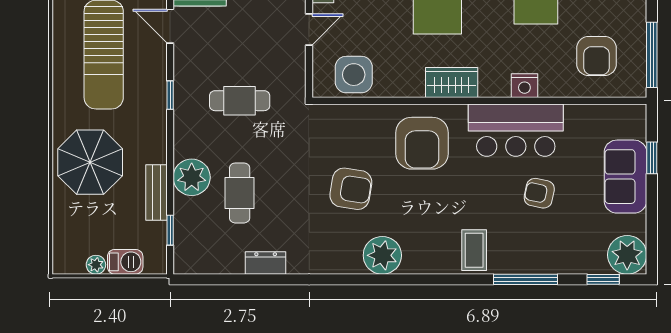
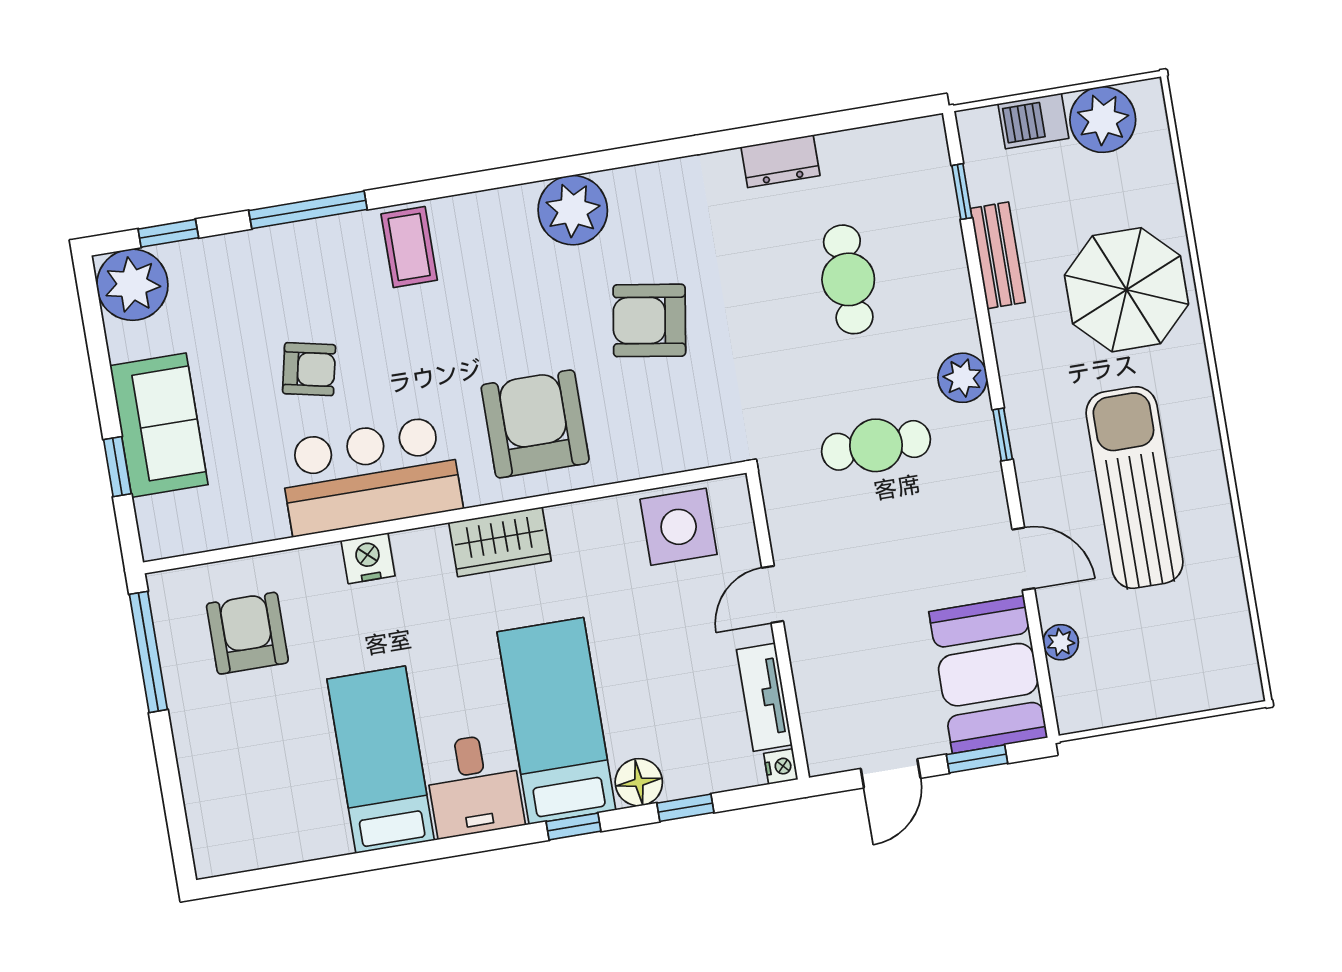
plant: (192, 177) -> (963, 378), moved, width x0.73, depth x0.73
plant: (96, 265) -> (1103, 120), width x1.87, depth x1.87

